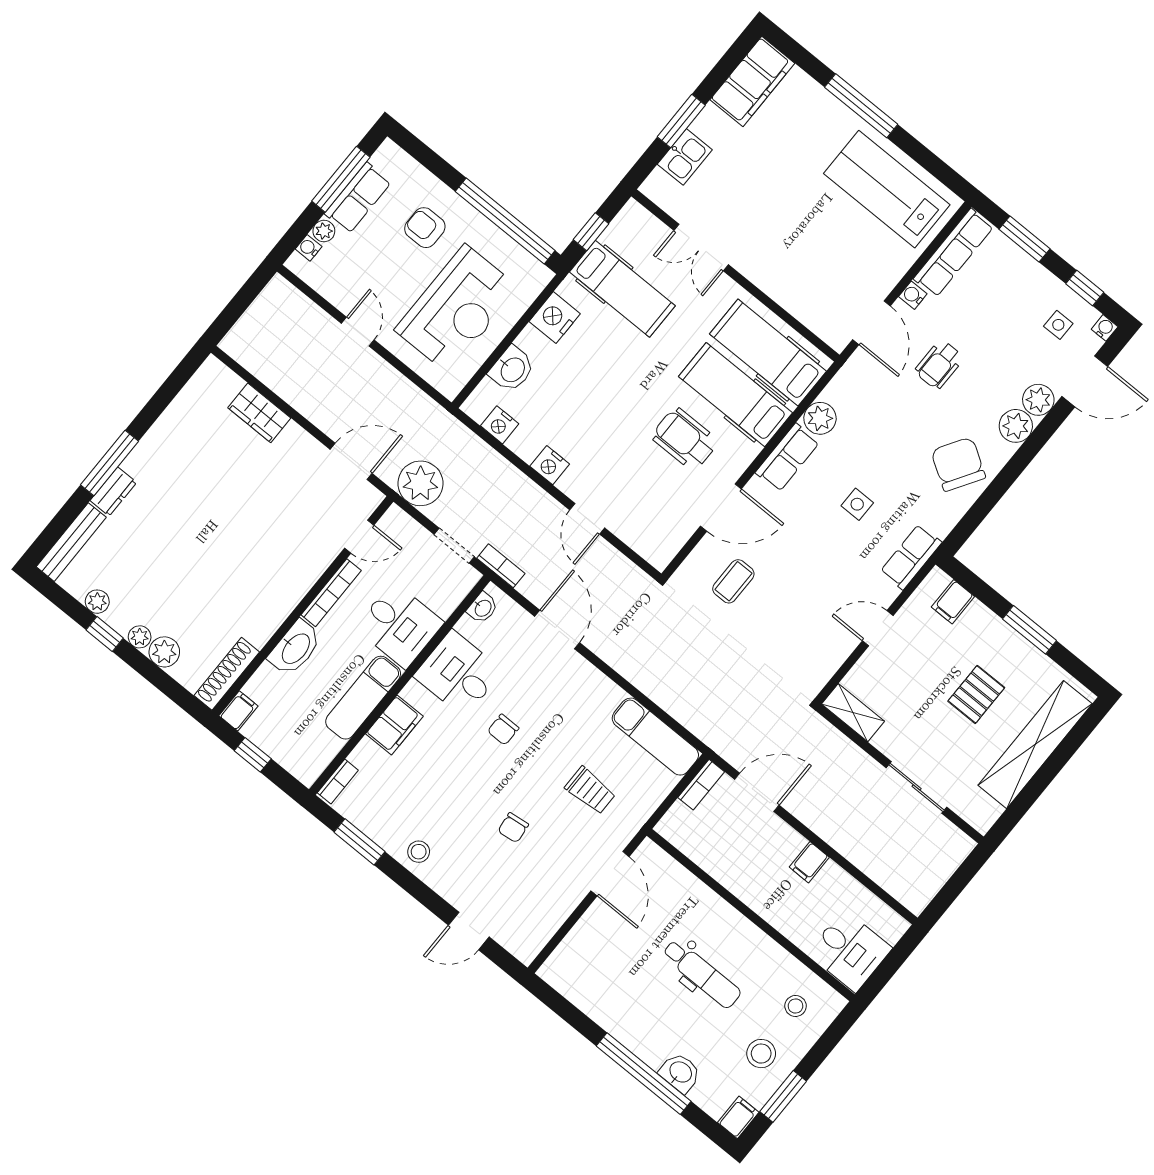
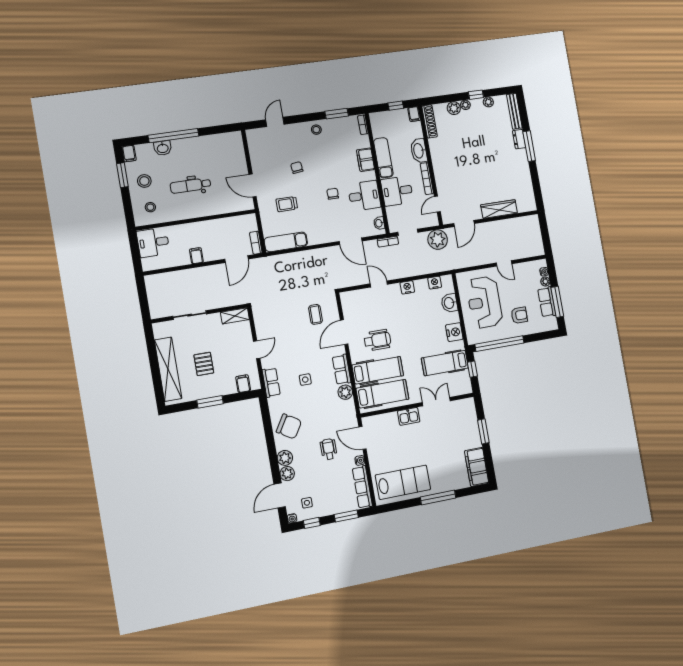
kitchen sink: (685, 157) -> (409, 416), moved, turned -90
wardrobe: (259, 413) -> (499, 209), width x1.50

